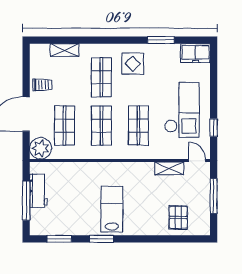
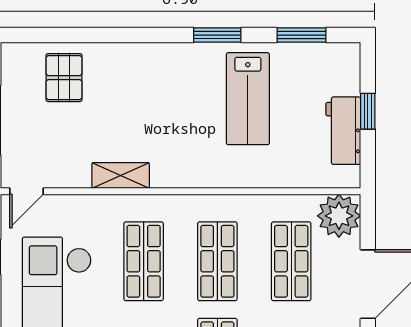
door: (197, 161) -> (27, 191), hinge flipped
shelving: (169, 168) -> (121, 176), moved
window: (26, 201) -> (368, 111), width x0.46
lab bench: (112, 209) -> (248, 99), moved

